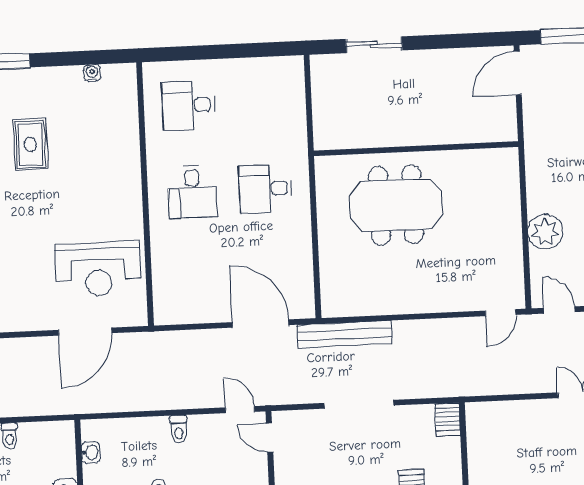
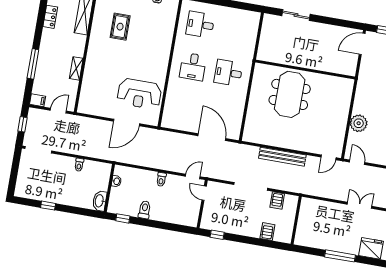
meeting table: (396, 205) -> (290, 94), turned 90
bench: (345, 334) -> (282, 157), moved
door: (240, 410) -> (193, 176), hinge flipped
server rack: (447, 419) -> (277, 201), moved

